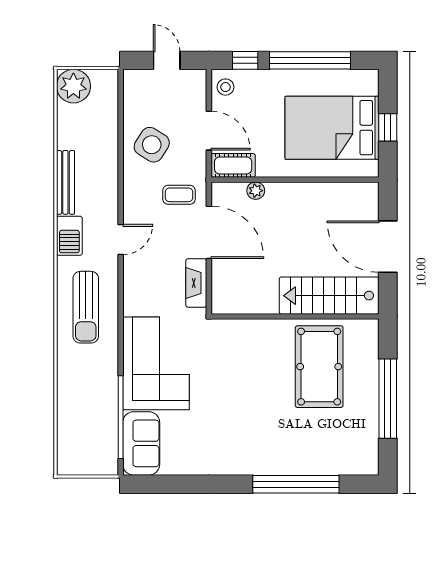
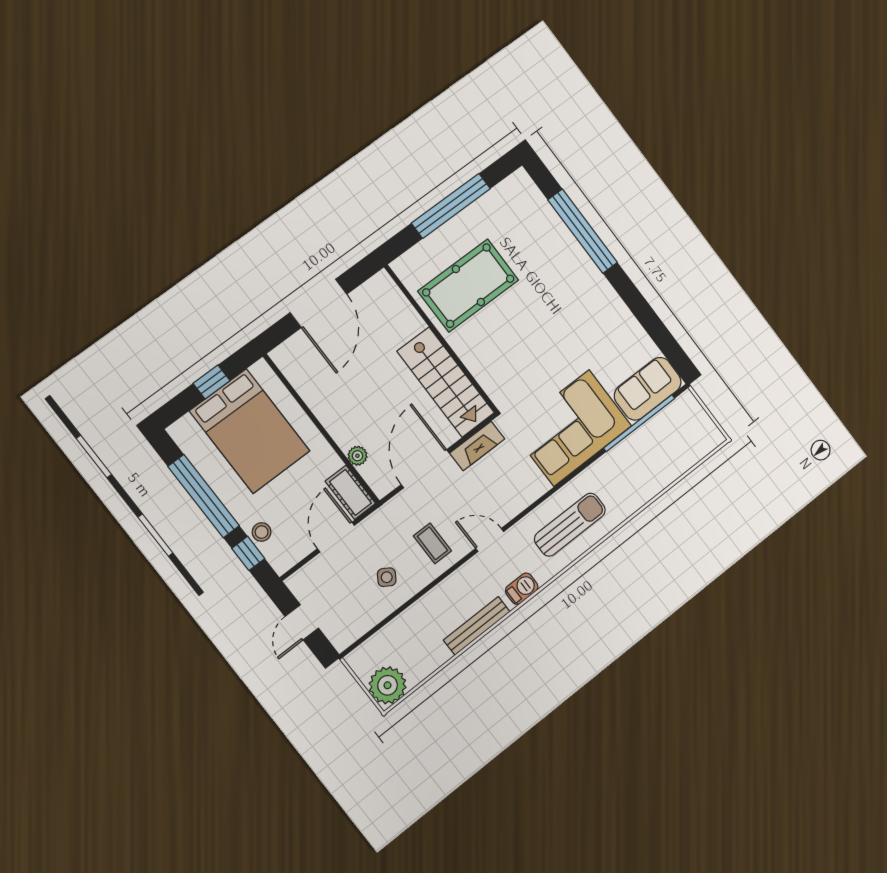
stool: (225, 87) -> (262, 532), moved
side table: (152, 145) -> (387, 577), width x0.54, depth x0.54
coffee table: (179, 195) -> (432, 543), moved
barbecue: (69, 236) -> (522, 589), width x0.73, depth x0.79
stairs: (329, 296) -> (446, 382), moved

